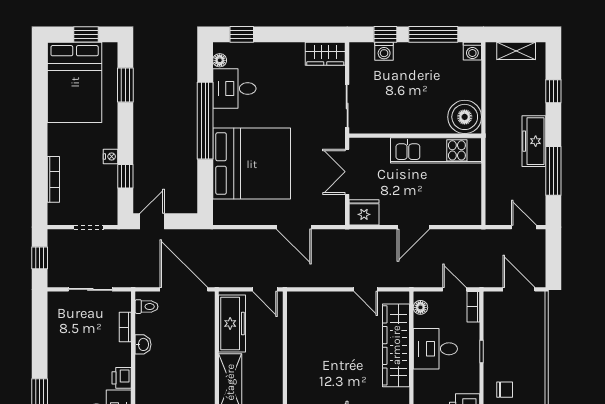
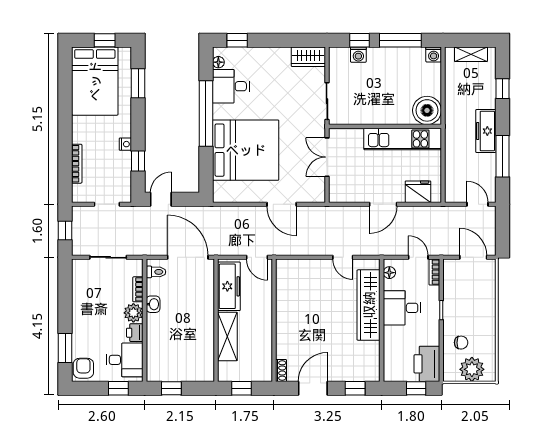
fridge: (364, 212) -> (418, 192), moved
plant: (120, 355) -> (133, 313), added

